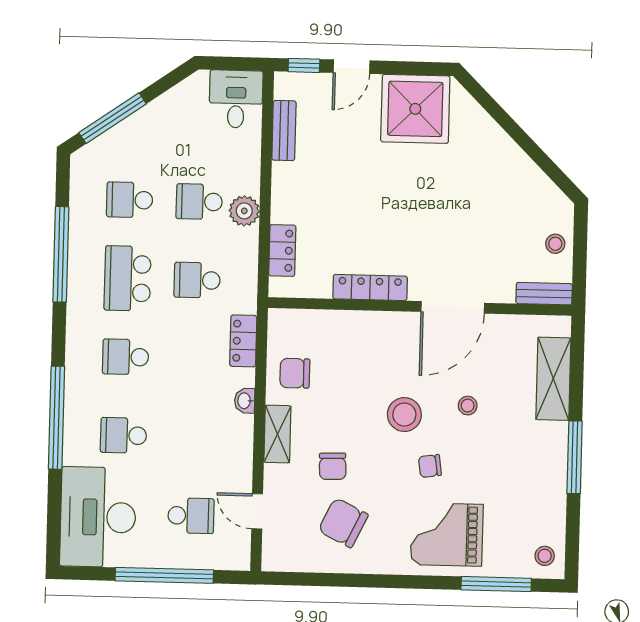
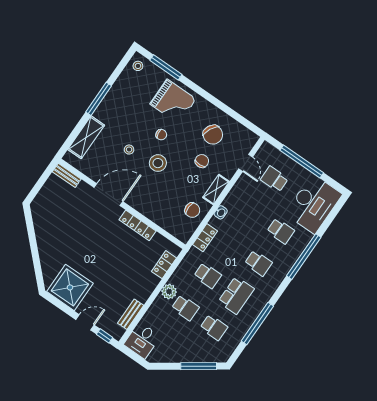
stool: (555, 244) -> (48, 193), removed

